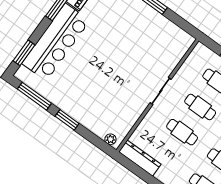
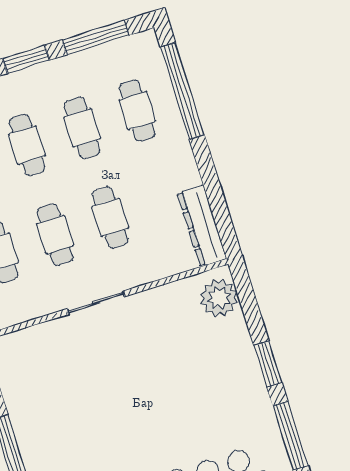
plant: (110, 139) -> (219, 298), width x1.87, depth x1.87

